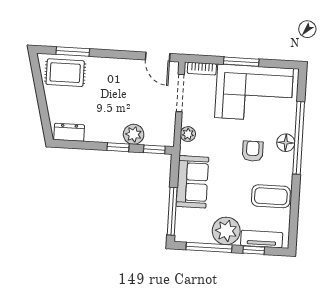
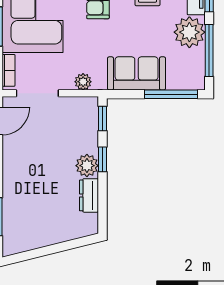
rug: (65, 73) -> (22, 224), removed
dresser: (69, 132) -> (89, 195), moved
plant: (134, 134) -> (87, 166), moved

